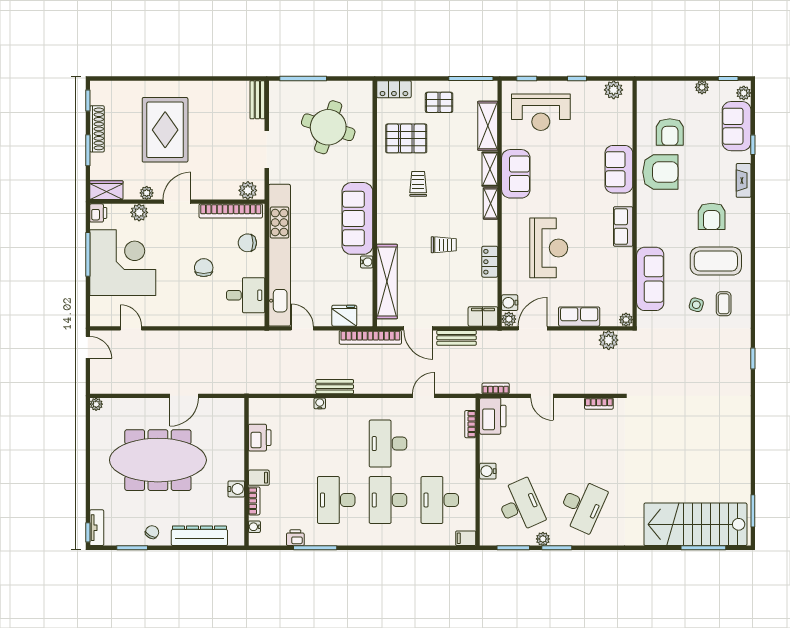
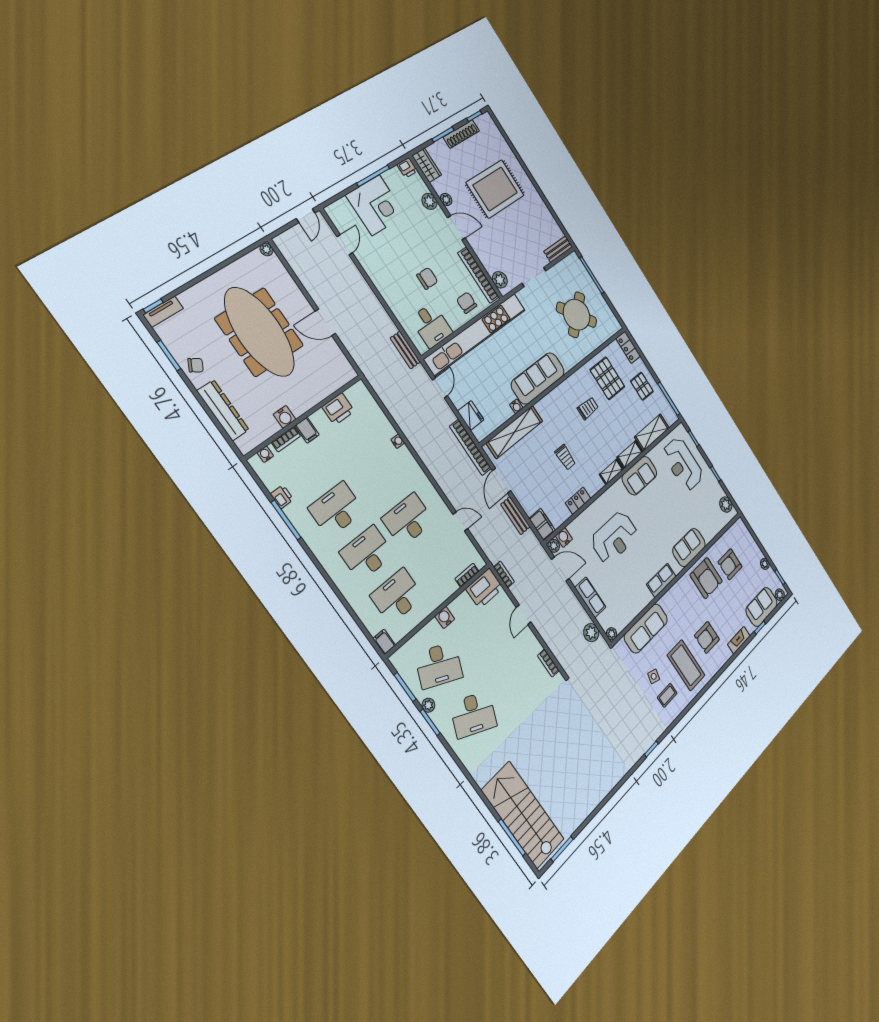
round table: (328, 127) -> (577, 315), turned 33
corner desk: (123, 263) -> (376, 205), width x0.74, depth x0.74
bench: (335, 387) -> (405, 350), moved
desk: (520, 506) -> (439, 665), turned 48

